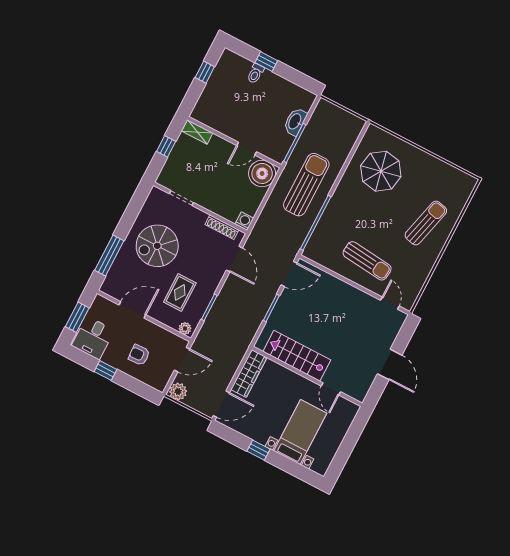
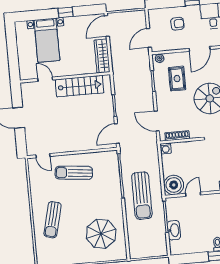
plant: (178, 391) -> (139, 17), removed

